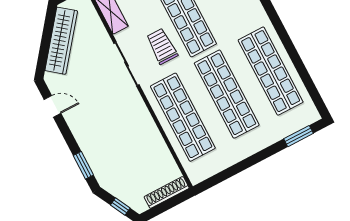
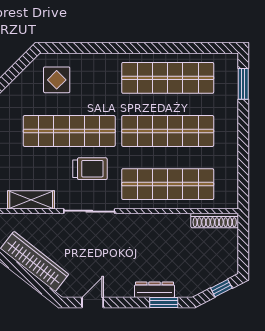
trolley: (162, 46) -> (90, 169), turned 180
dresser: (90, 152) -> (155, 290), added
shoe rack: (167, 192) -> (215, 220), moved, turned -90

